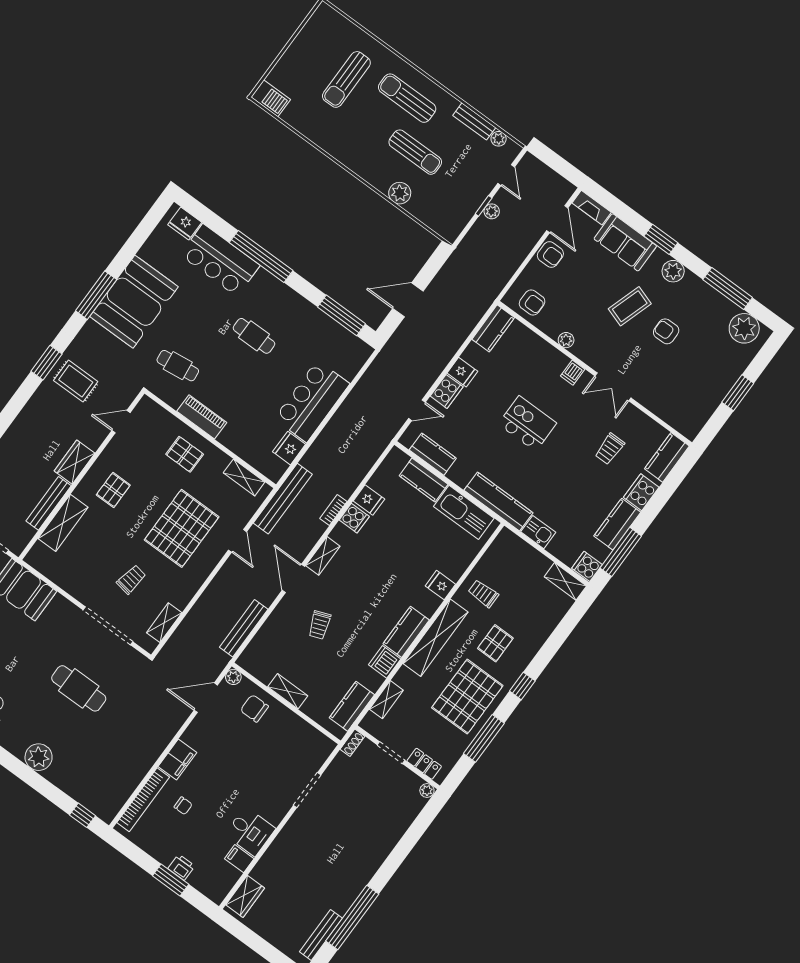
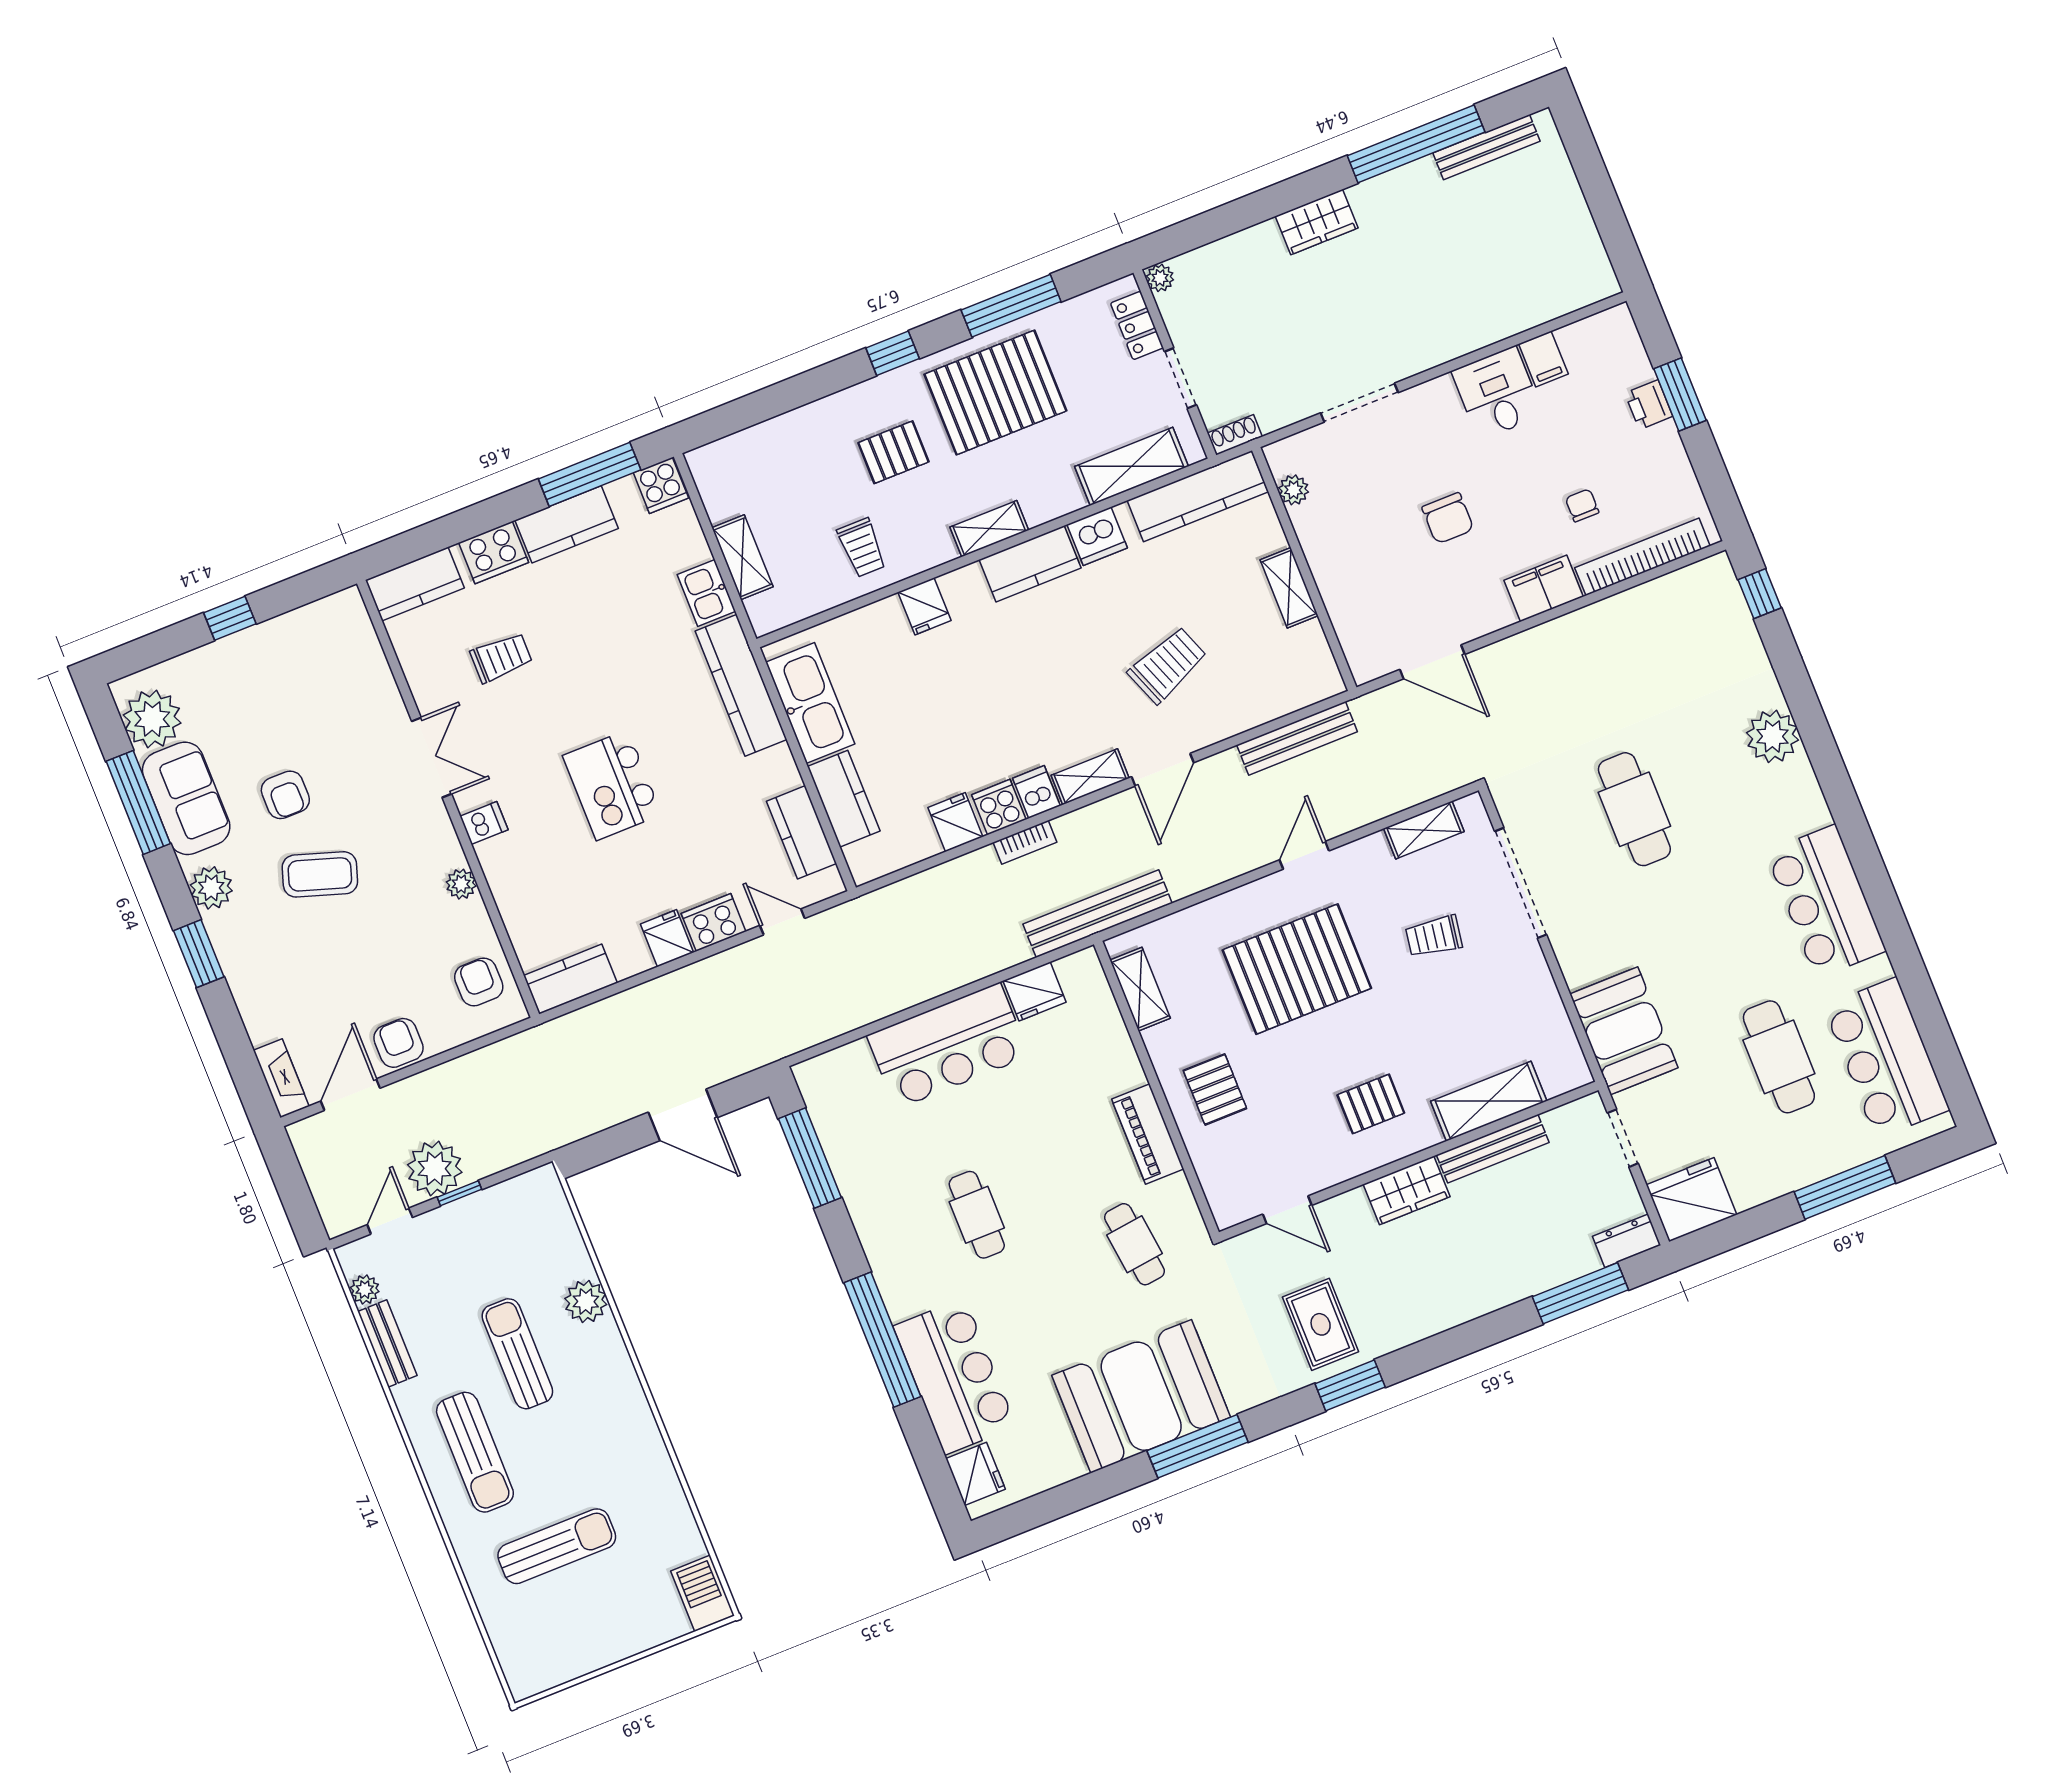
plant: (492, 211) -> (435, 1169), width x1.87, depth x1.87
sofa: (625, 242) -> (186, 798), moved
window: (738, 393) -> (230, 618), width x0.67
dishwasher: (342, 535) -> (1036, 792), added
door: (238, 541) -> (1304, 855), moved
shelving: (565, 581) -> (742, 557), moved
trolley: (319, 625) -> (1167, 665), width x1.36, depth x1.39
shelving: (435, 638) -> (989, 529), width x0.45, depth x0.75
plant: (233, 677) -> (1294, 490), moved
shelving: (386, 700) -> (1131, 466), width x1.50, depth x1.33
kitchen counter: (352, 706) -> (1198, 496), width x1.50
chair: (254, 708) -> (1448, 518), moved
wardrobe: (245, 896) -> (1317, 222), moved, turned 180

